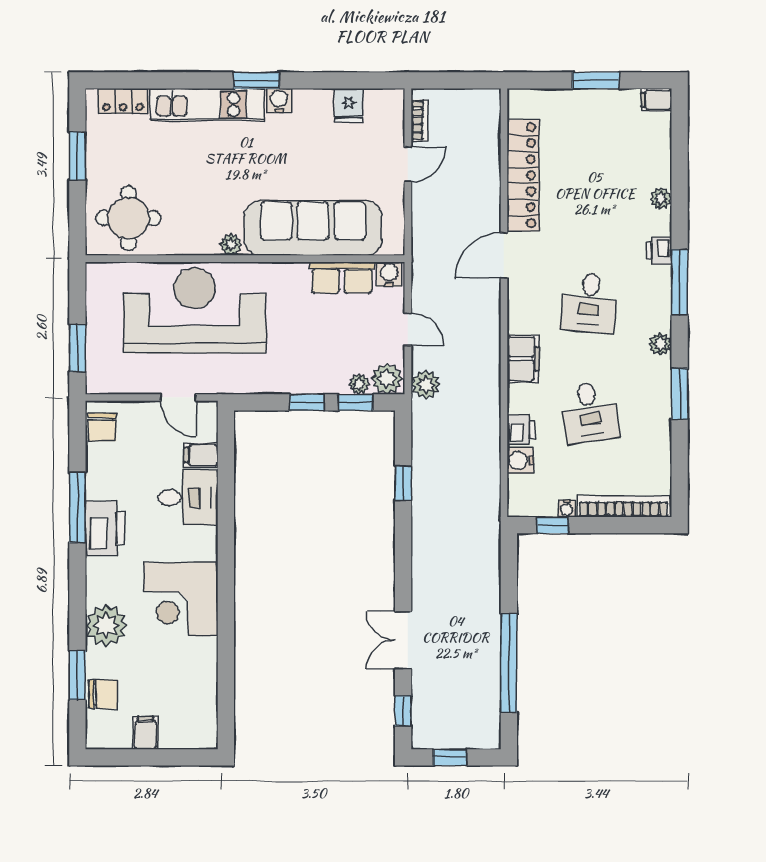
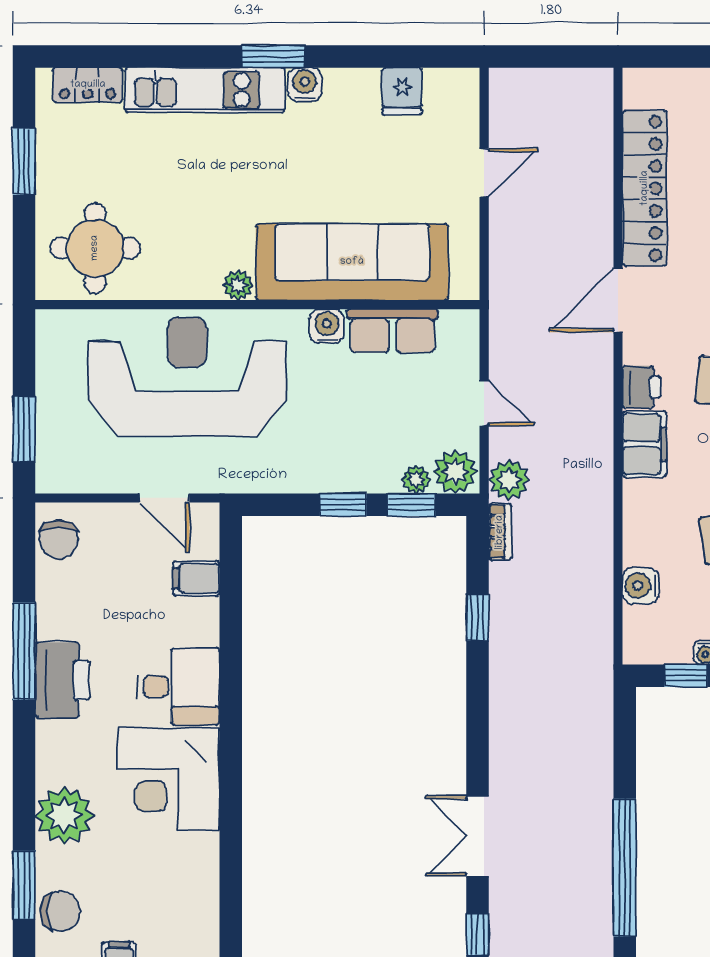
bookcase: (419, 120) -> (500, 532), moved
water cooler: (389, 274) -> (327, 326), moved
printer: (521, 430) -> (642, 387), moved
desk: (188, 498) -> (178, 686), moved

